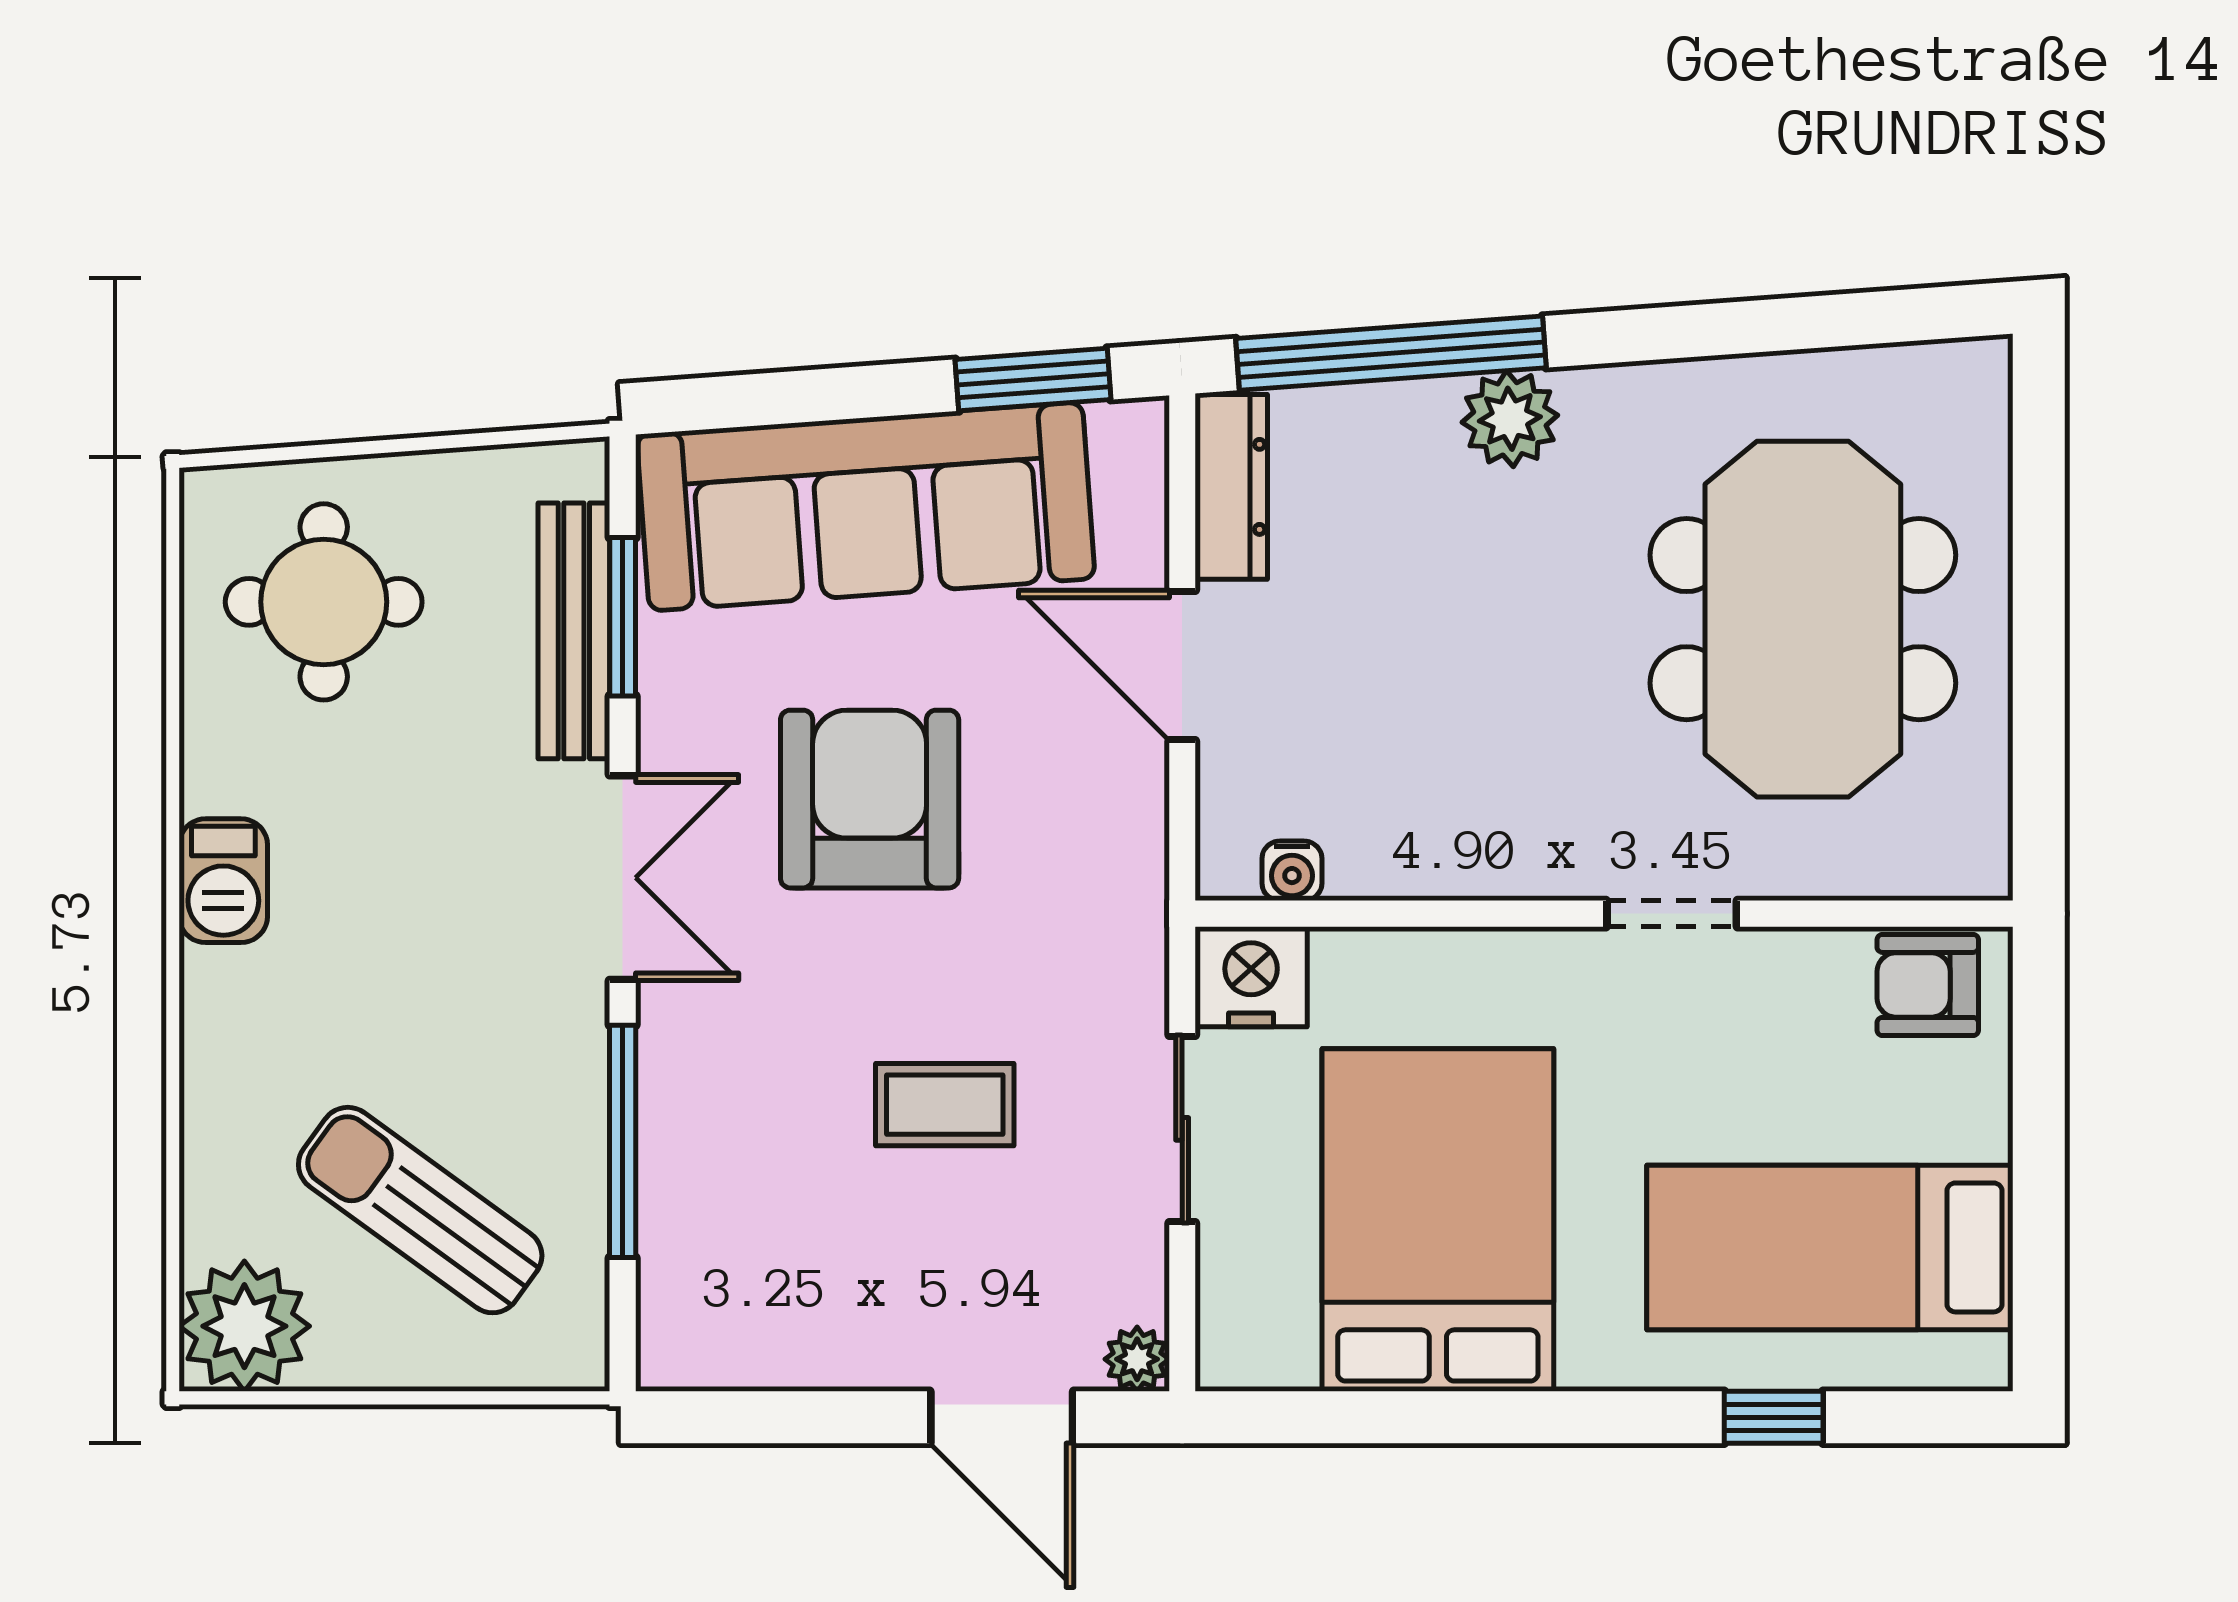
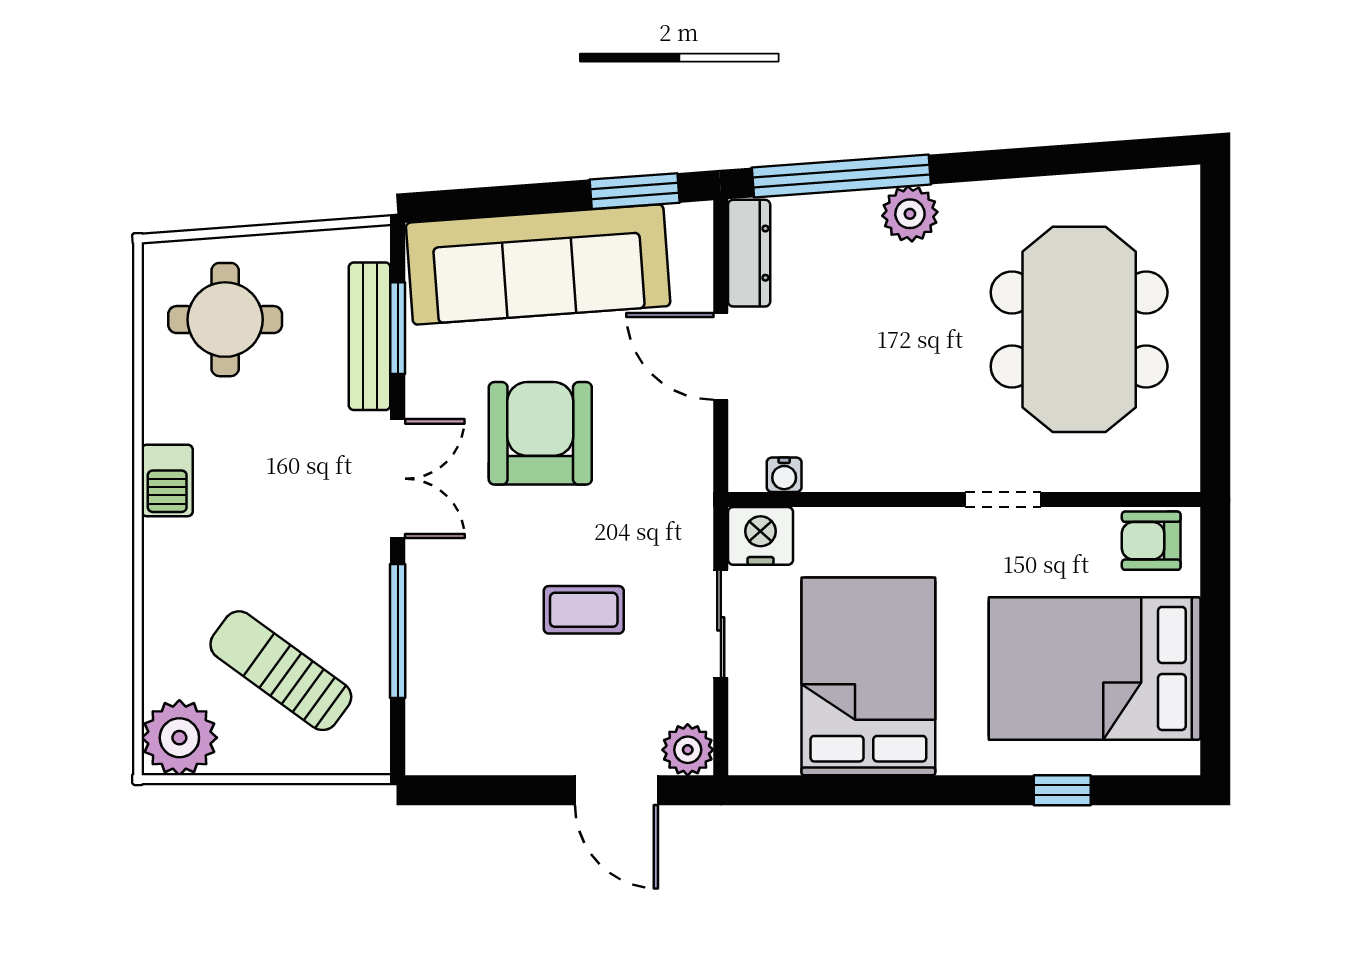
bed: (1830, 1247) -> (1095, 668), width x1.50
plant: (1137, 1359) -> (688, 750), width x1.38, depth x1.38

